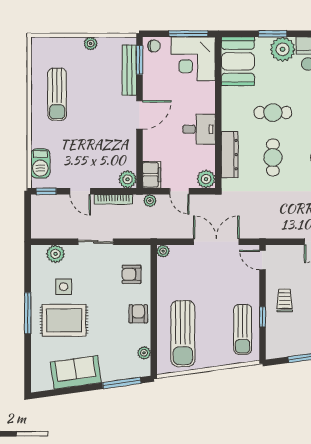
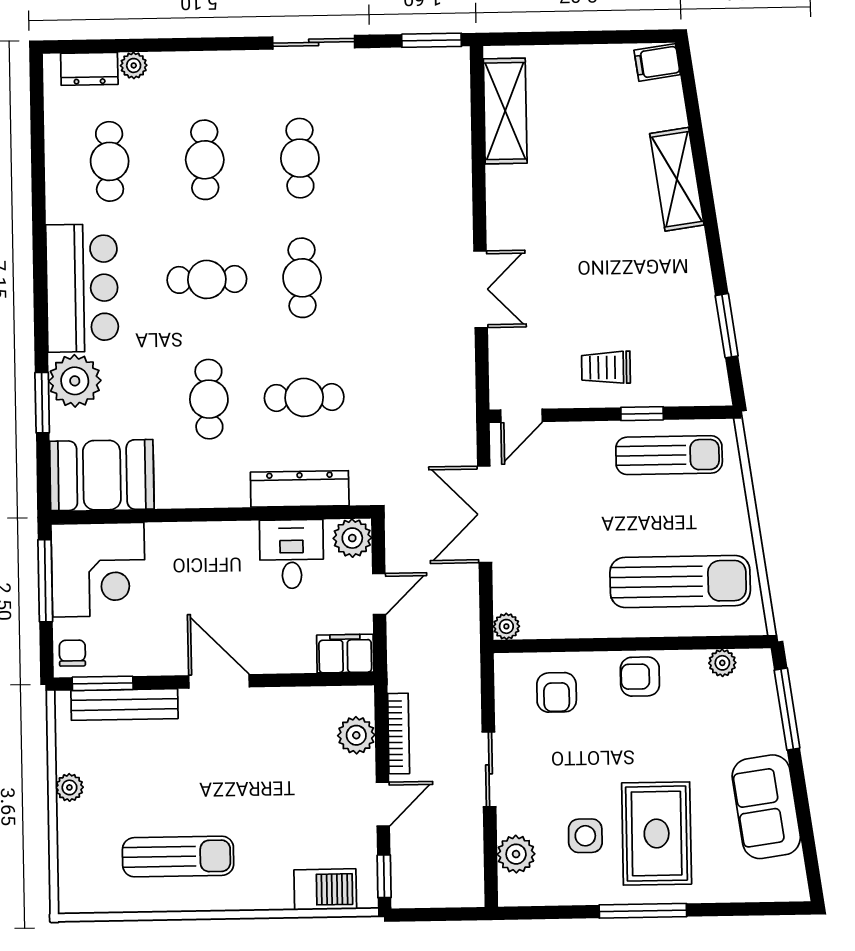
desk: (199, 129) -> (292, 554), moved
plant: (128, 179) -> (356, 735), moved
plant: (150, 201) -> (400, 656), removed

